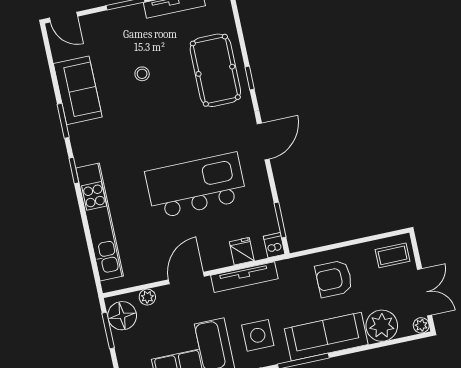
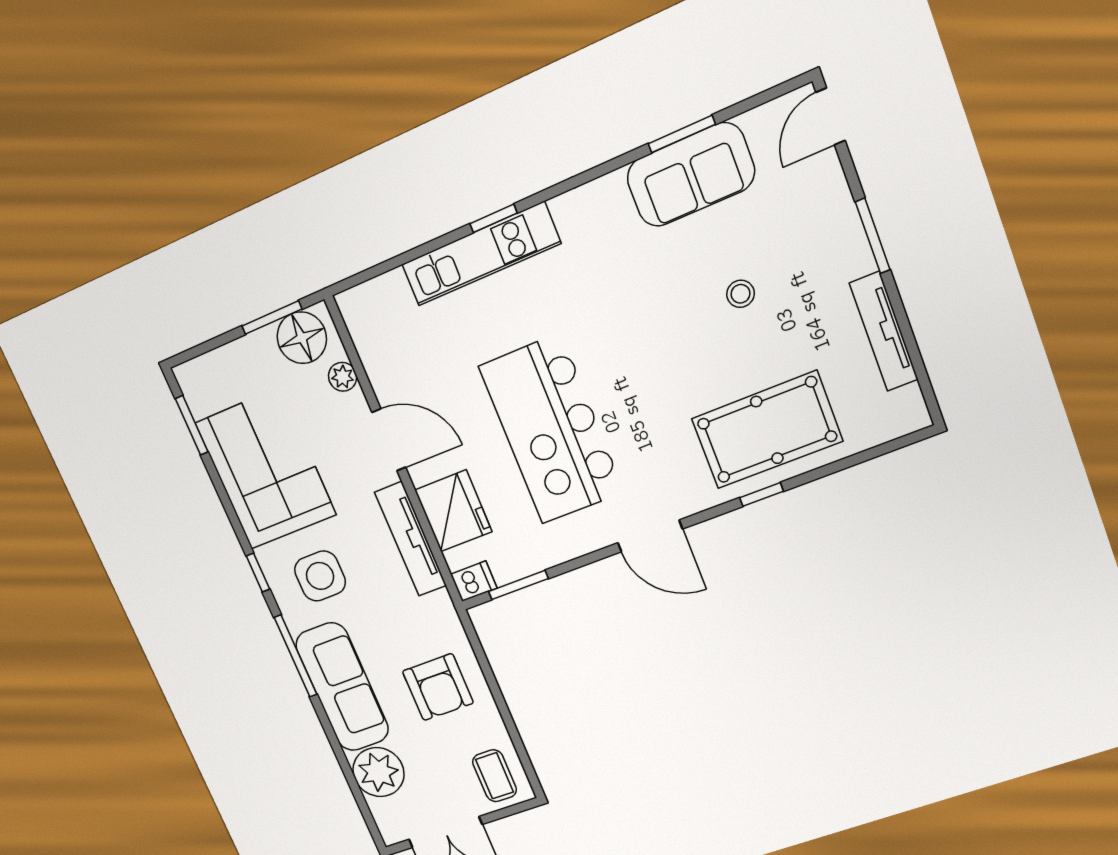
window: (63, 121) -> (682, 134), moved
window: (74, 170) -> (493, 218), moved
kitchen island: (196, 186) -> (551, 429), turned 180
kitchen unit: (100, 222) -> (481, 254), width x0.73
fridge: (242, 251) -> (453, 511), width x1.88, depth x1.34
armchair: (334, 279) -> (438, 687), turned 180
plant: (421, 325) -> (392, 832), removed

